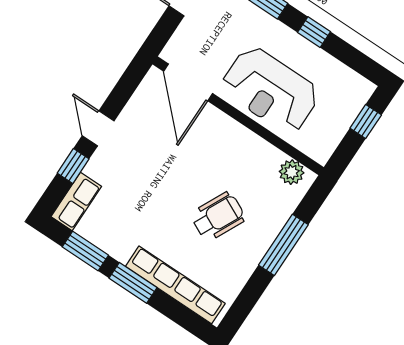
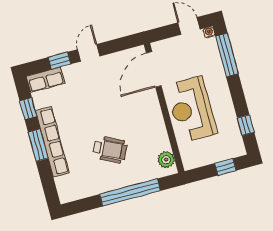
window: (314, 32) -> (246, 125), moved
window: (283, 245) -> (130, 192), width x1.46
window: (85, 251) -> (28, 108), width x0.67
row of seats: (175, 285) -> (52, 142), moved

